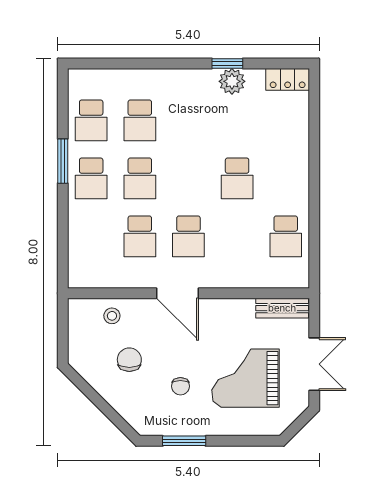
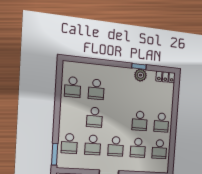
window: (63, 161) -> (55, 154), moved
school desk: (91, 178) -> (69, 143), moved
school desk: (286, 178) -> (161, 123), added
school desk: (237, 236) -> (138, 148), added

